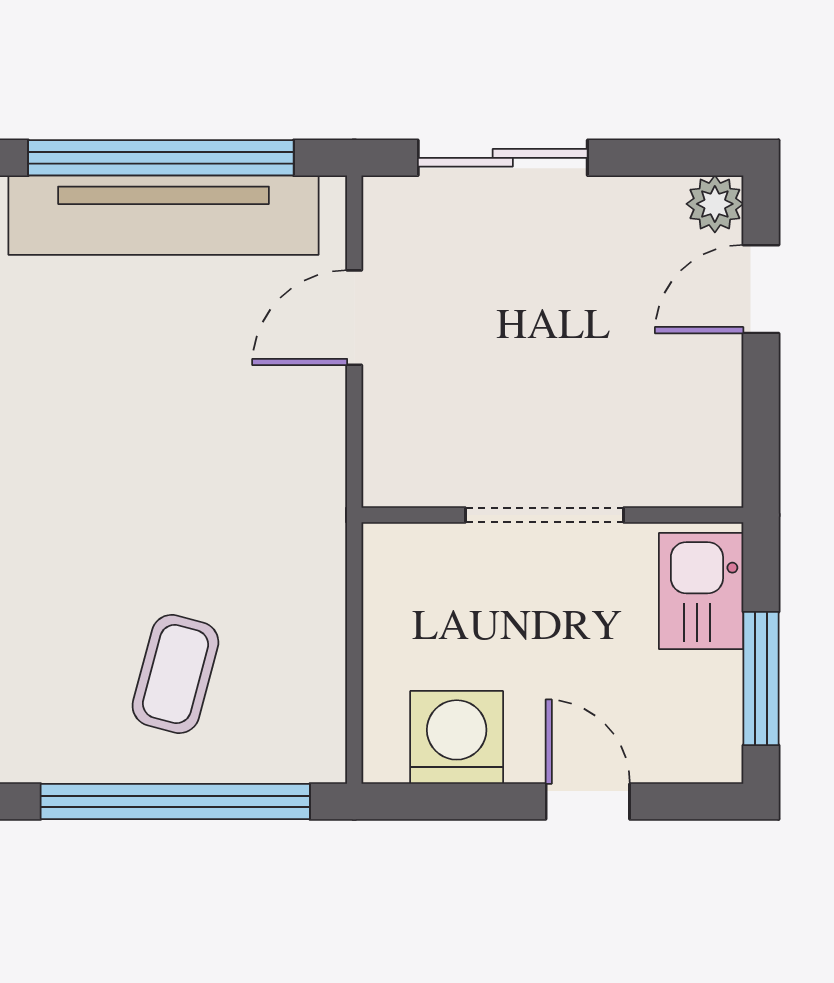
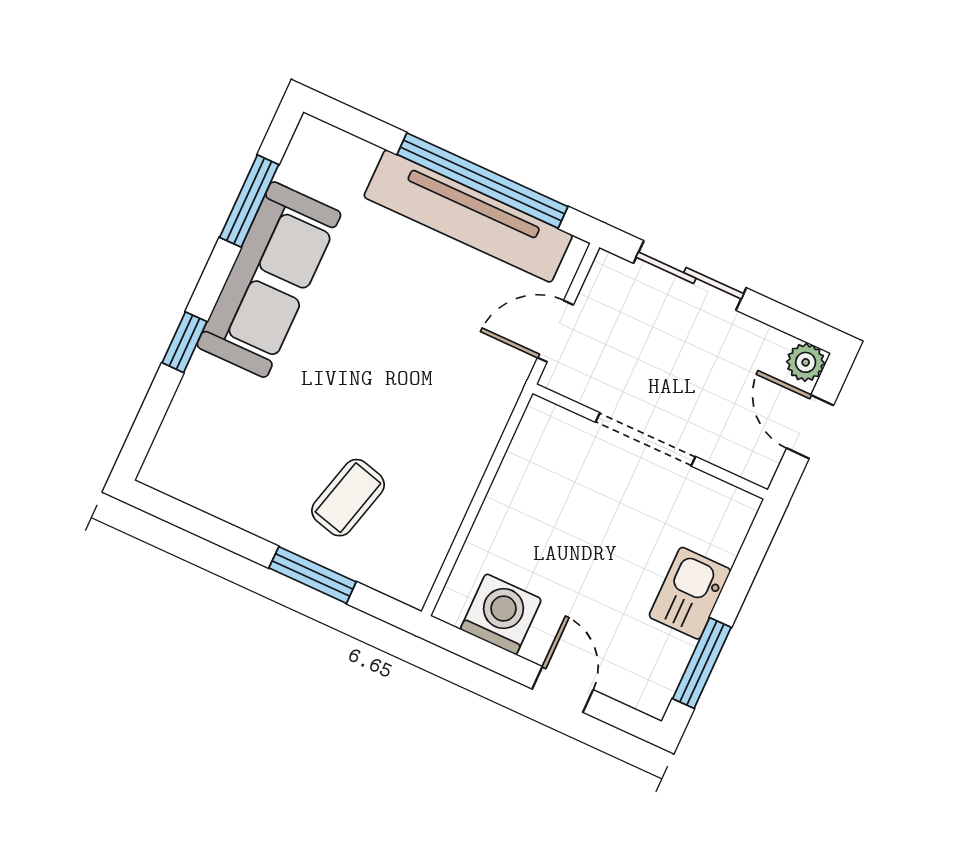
door: (761, 289) -> (810, 427), hinge flipped
doorway: (545, 515) -> (645, 439), moved
wall: (552, 515) -> (650, 442), moved
window: (175, 802) -> (313, 575), width x0.47

